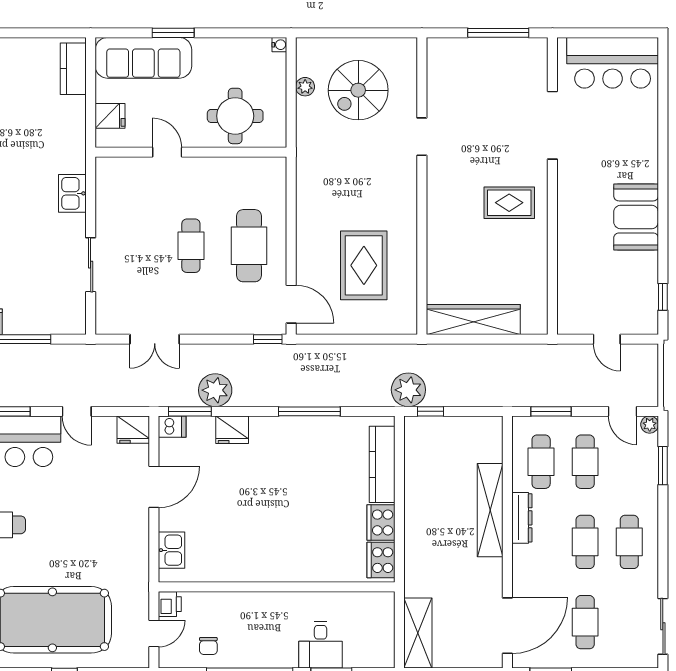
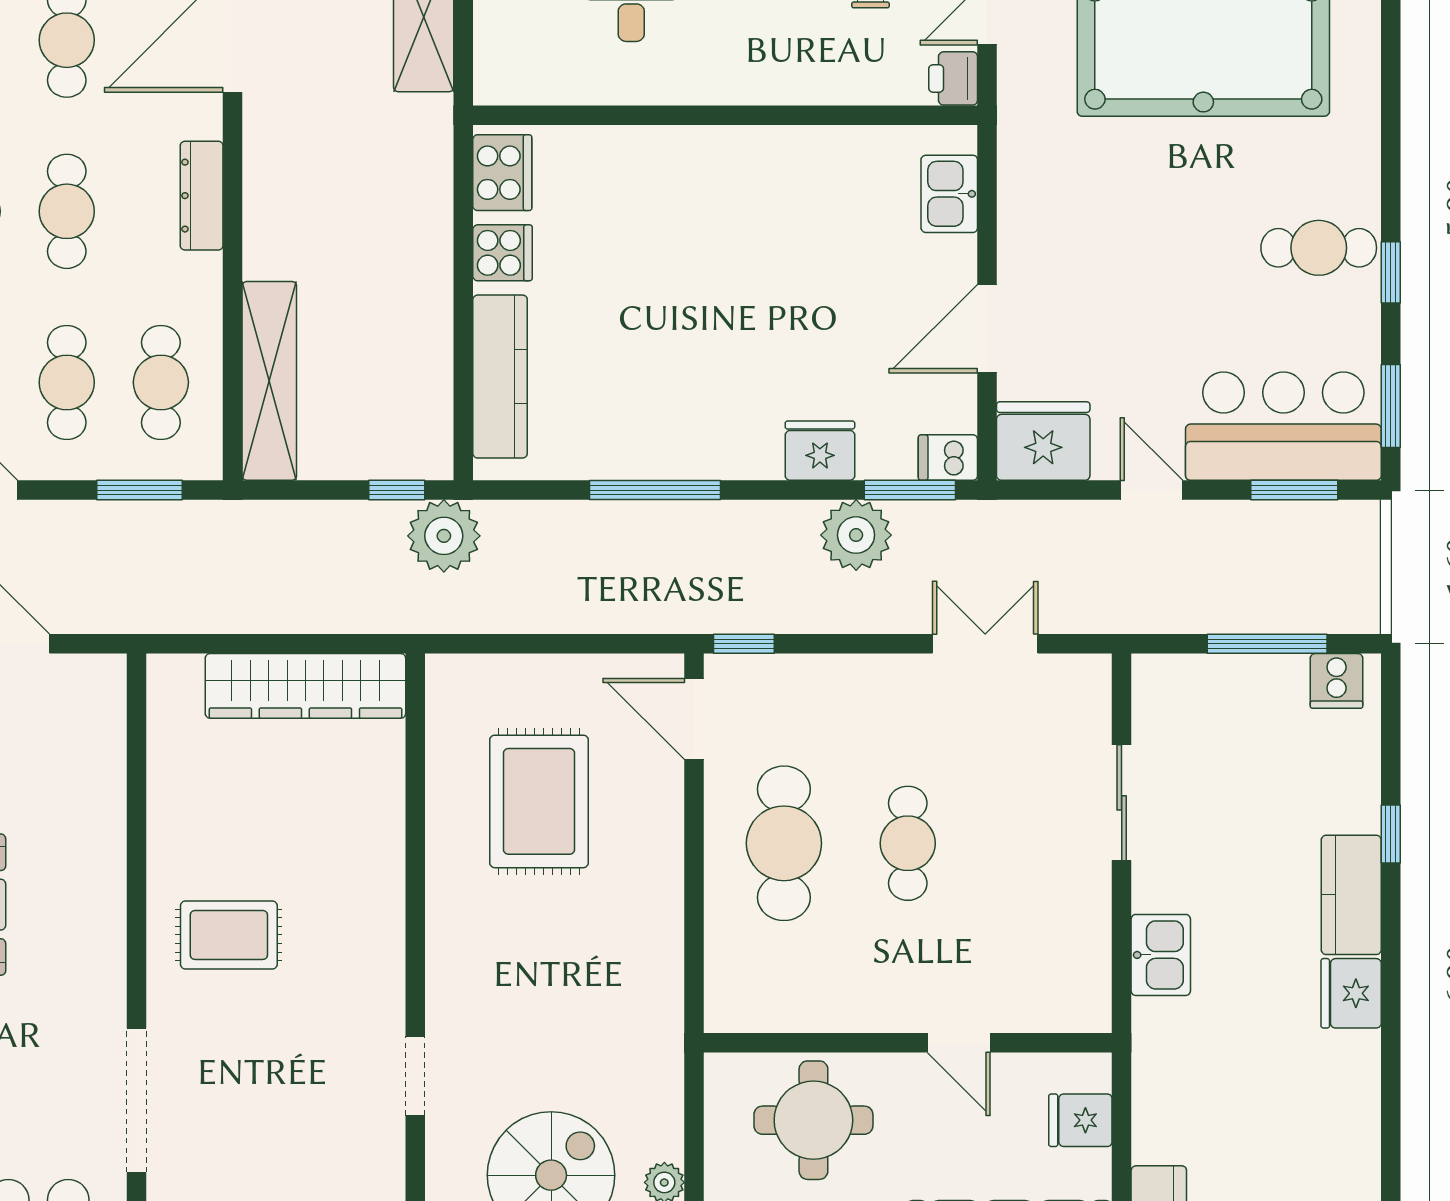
fridge: (133, 430) -> (1043, 441), width x1.36, depth x1.34
shelving: (490, 510) -> (269, 381), moved
dresser: (522, 518) -> (202, 196), moved
cooker: (381, 522) -> (502, 253), width x0.73

